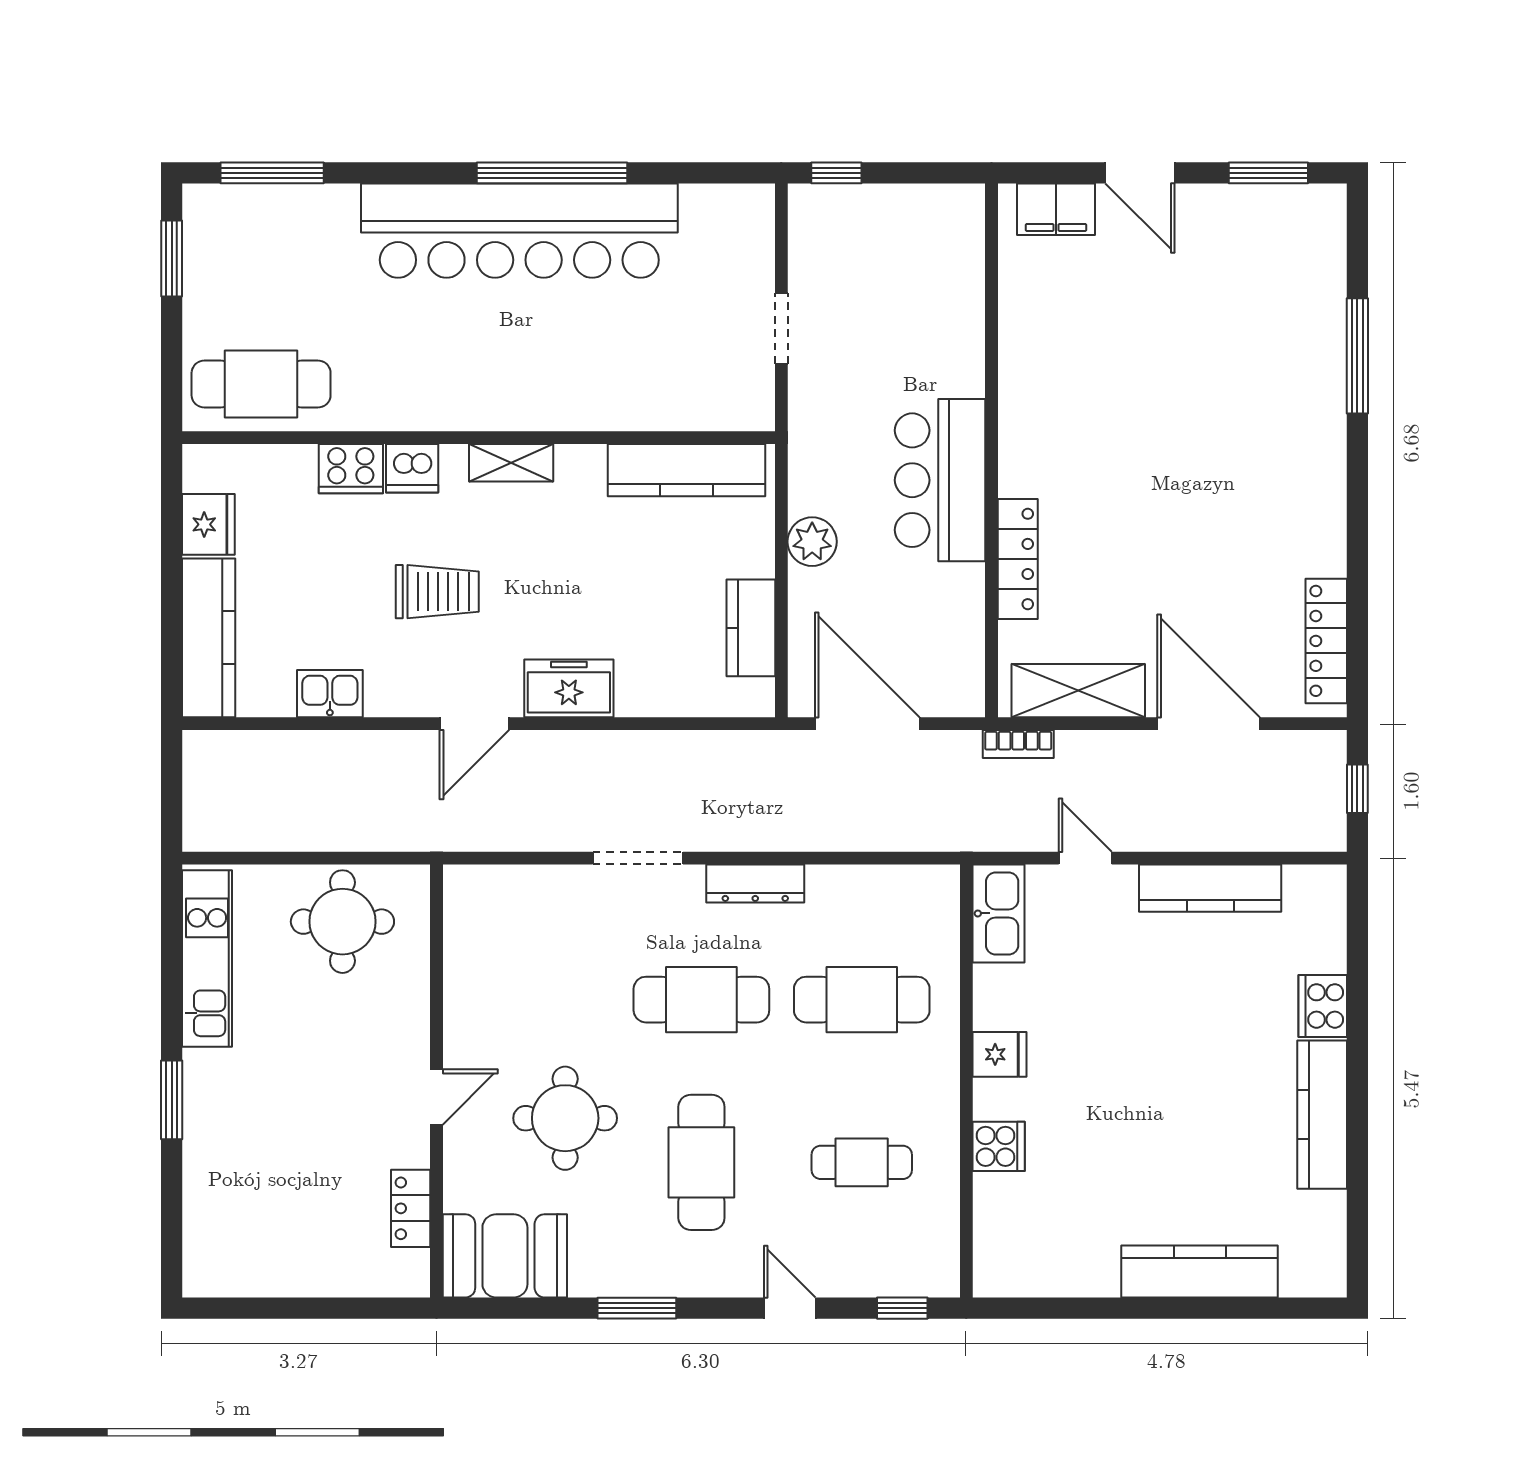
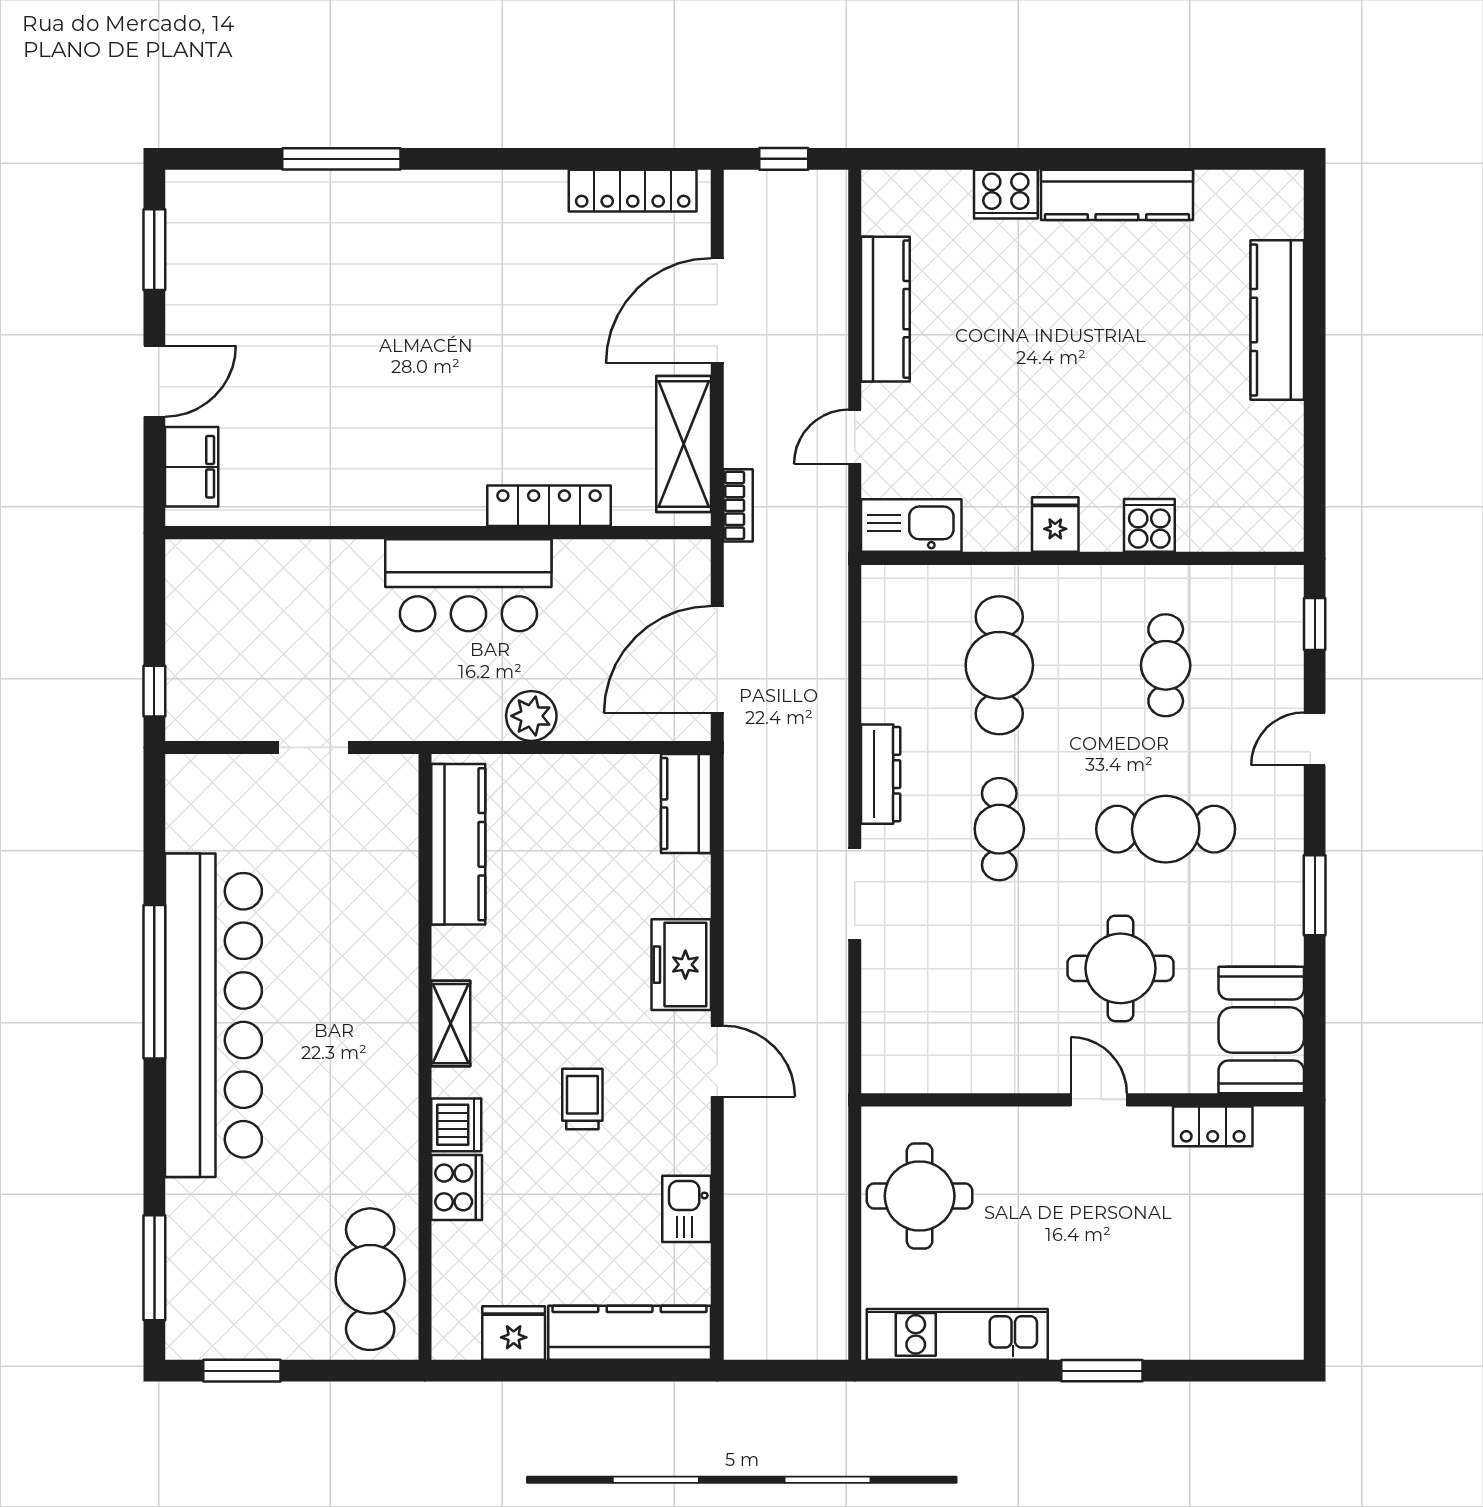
trolley: (437, 592) -> (582, 1099), width x0.73, depth x0.72
kitchen counter: (751, 628) -> (686, 803), moved, turned 90
cafe table: (701, 1000) -> (999, 829), width x0.73, depth x0.74

